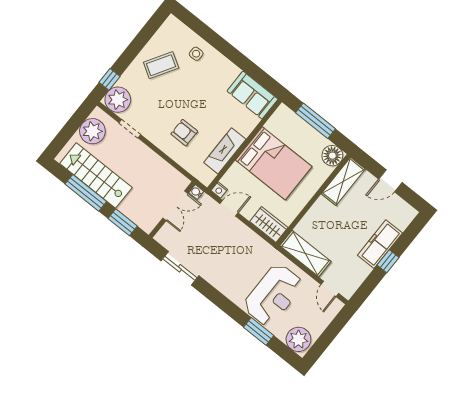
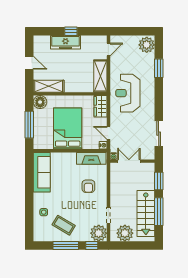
window: (135, 48) -> (66, 246), added
sofa: (252, 95) -> (42, 172), width x1.36
fireplace: (225, 151) -> (91, 158), moved
reception desk: (273, 295) -> (128, 93), moved, turned -90

